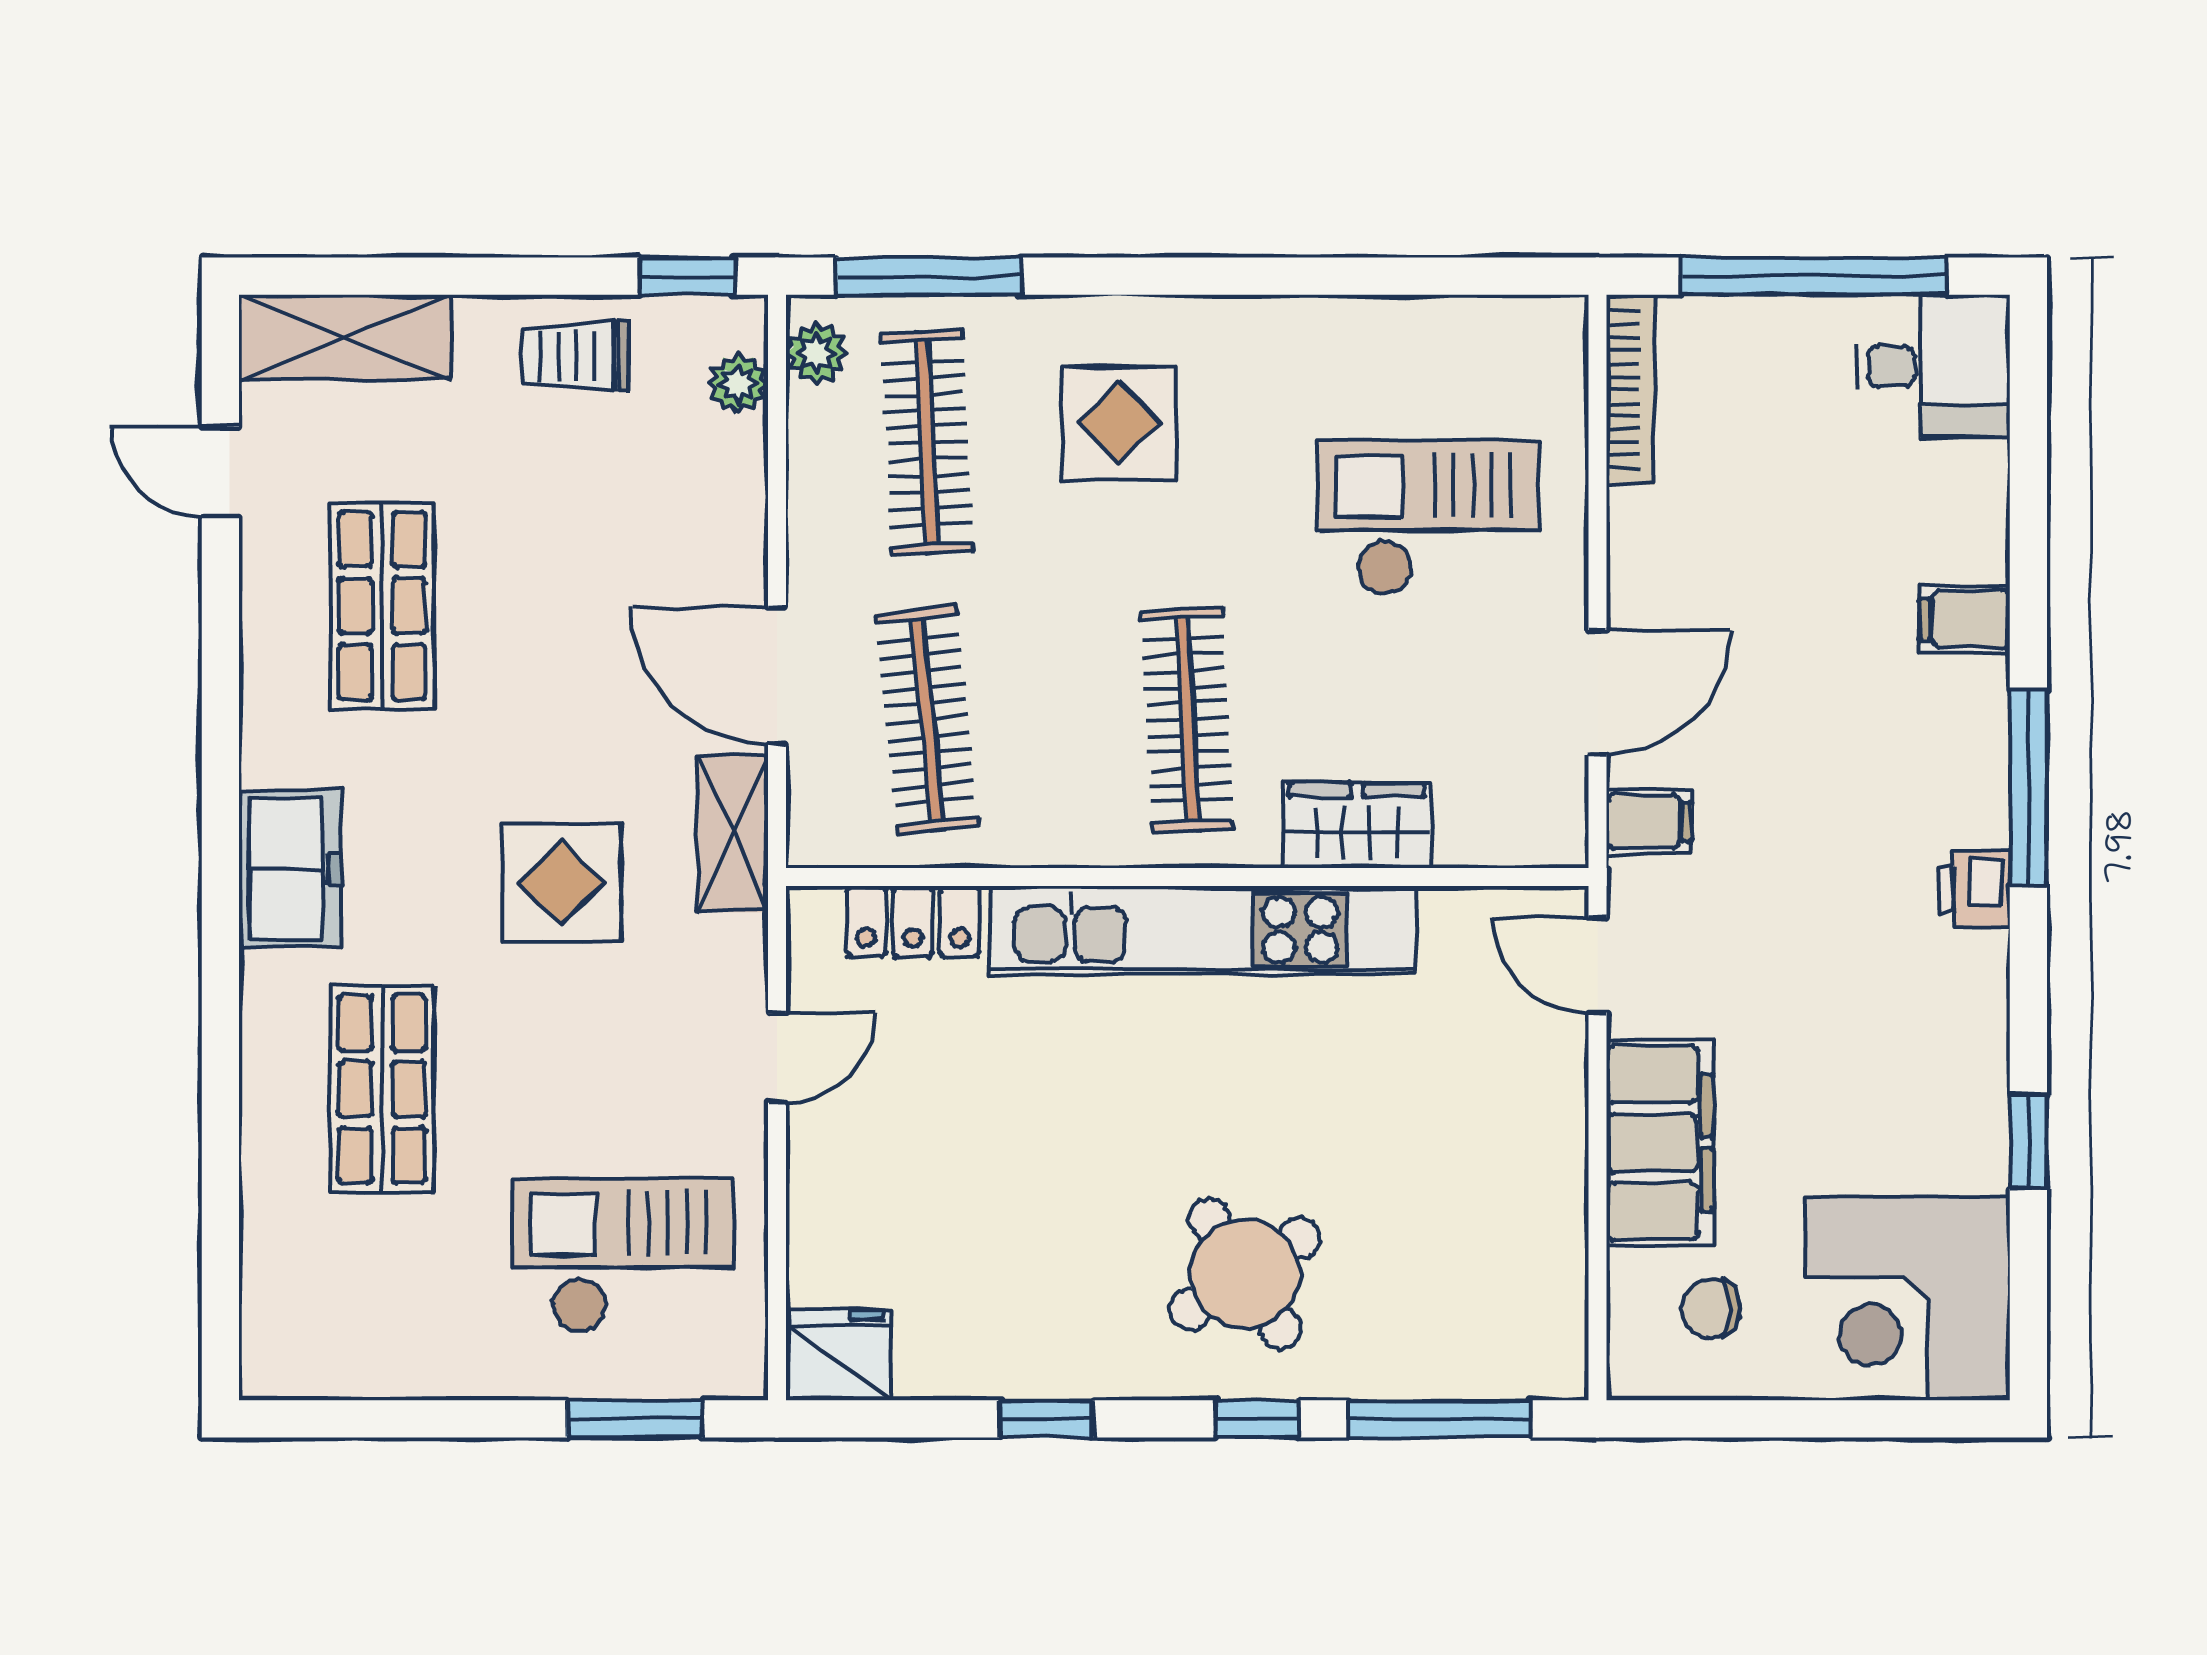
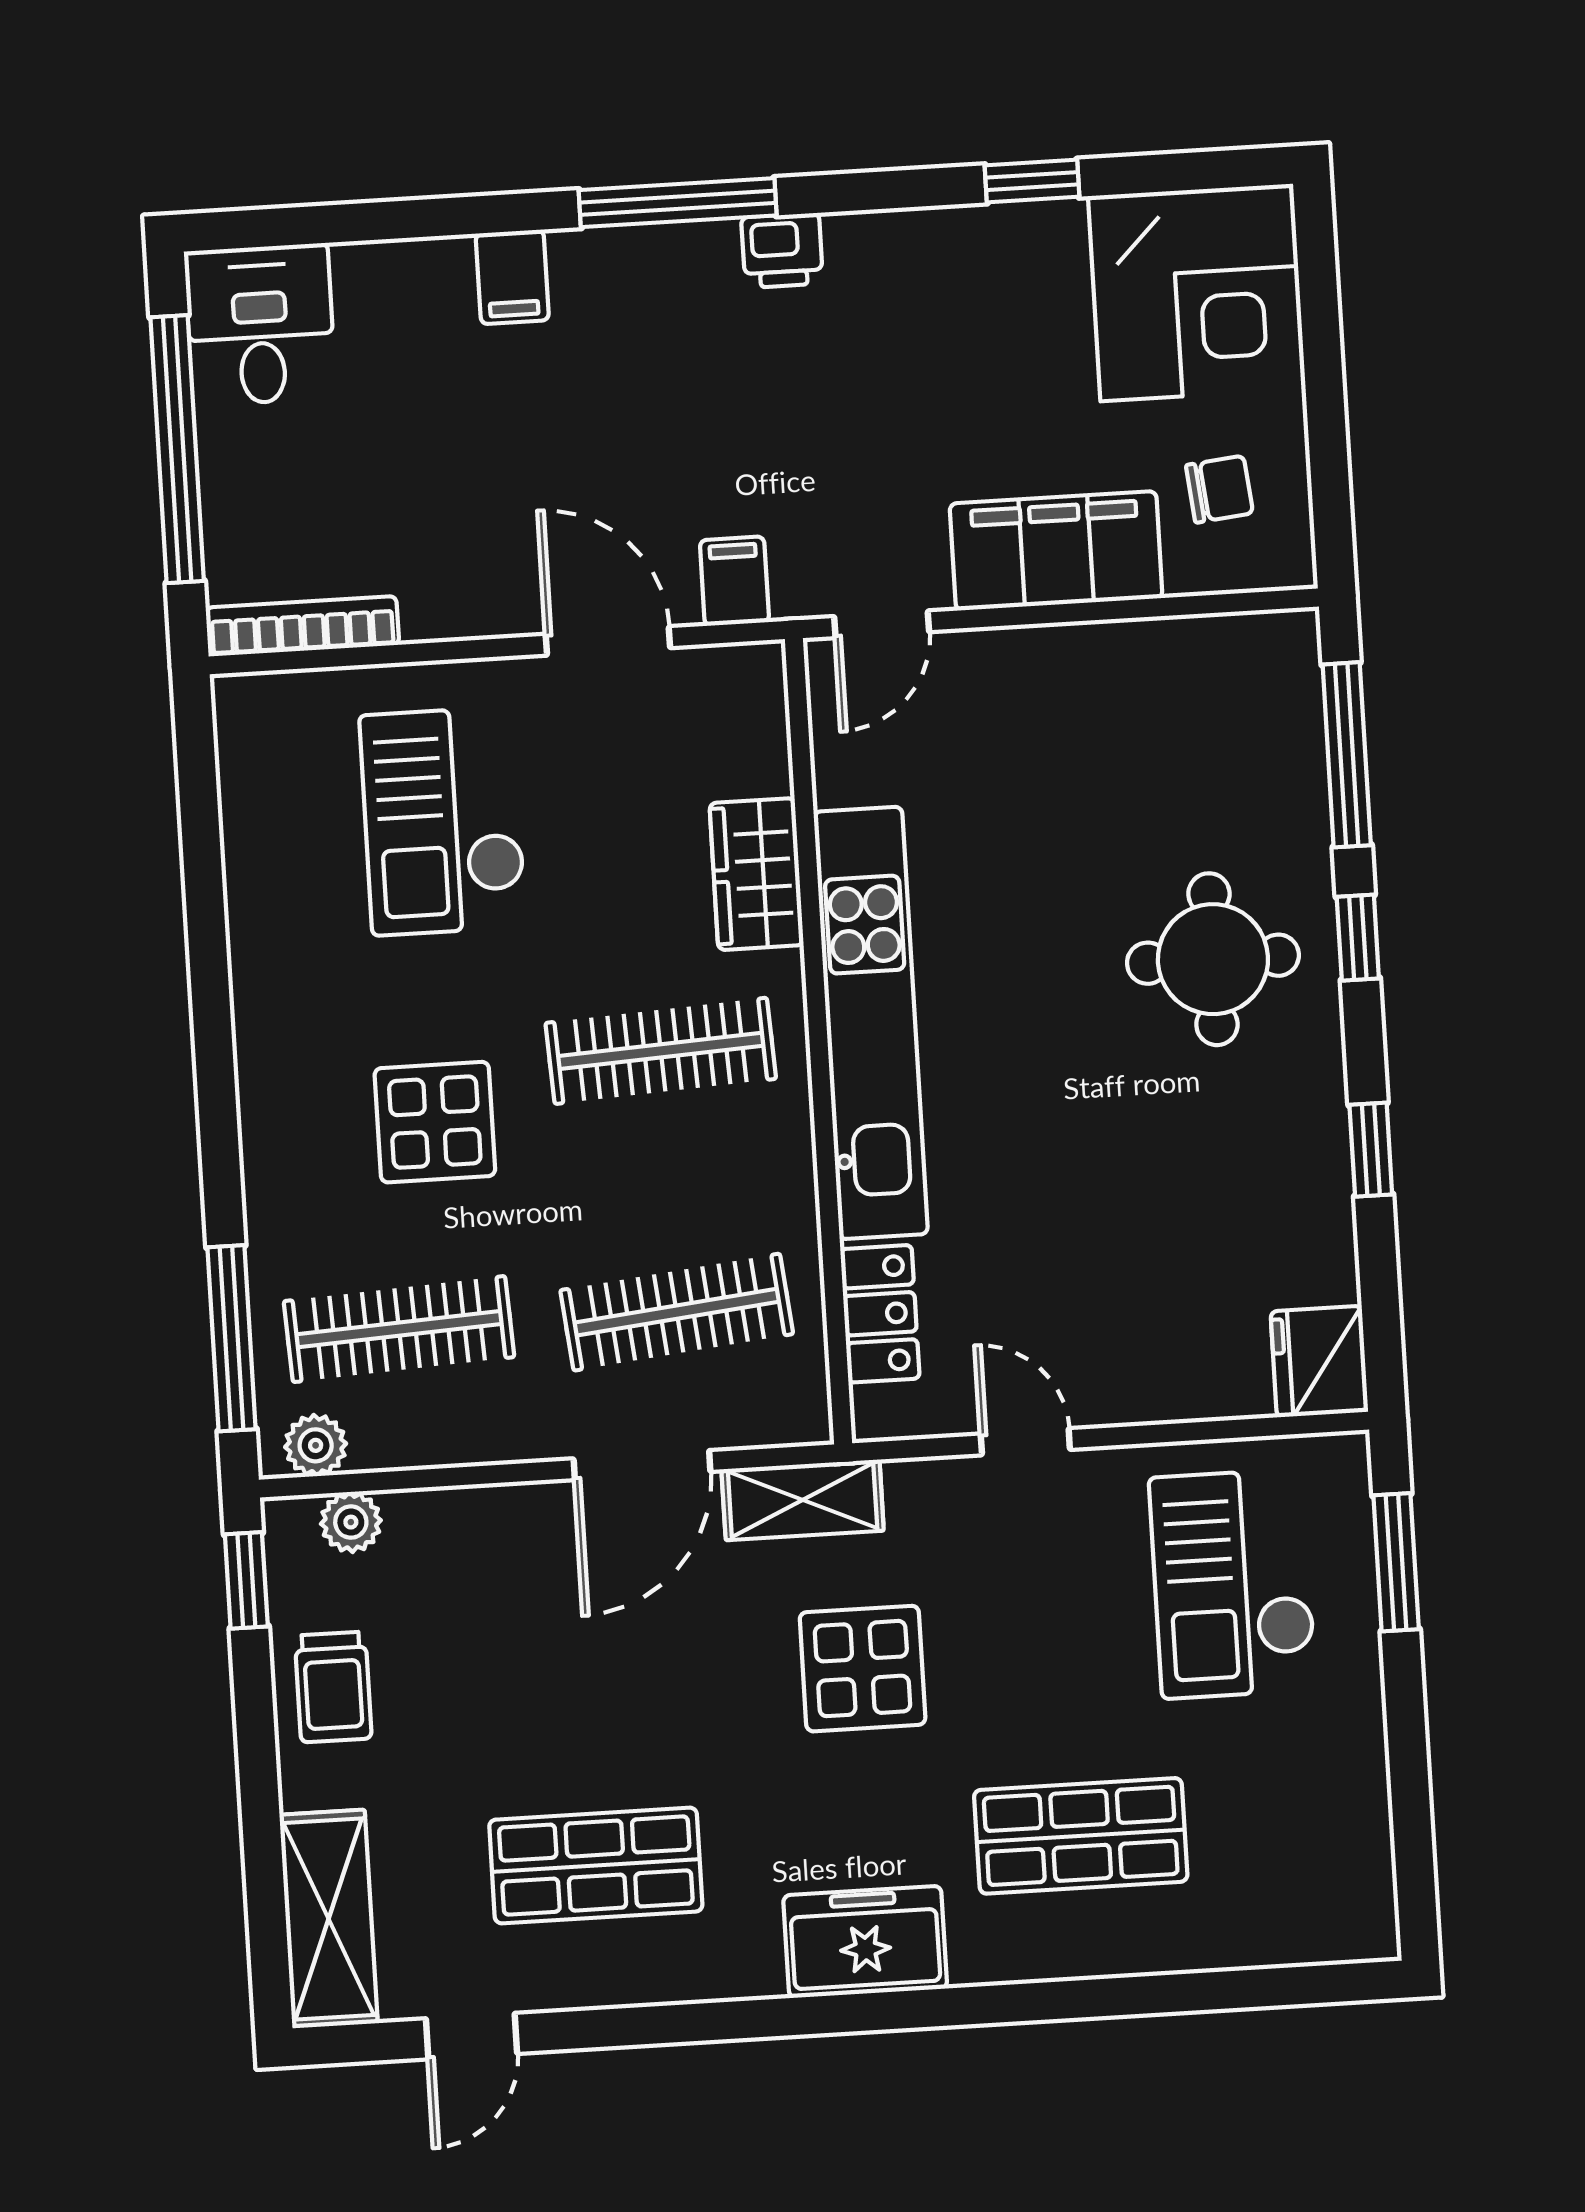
display table: (1119, 423) -> (435, 1122), moved
round table: (1245, 1274) -> (1213, 959), turned 33
chair: (1711, 1309) -> (1219, 489), turned -96

